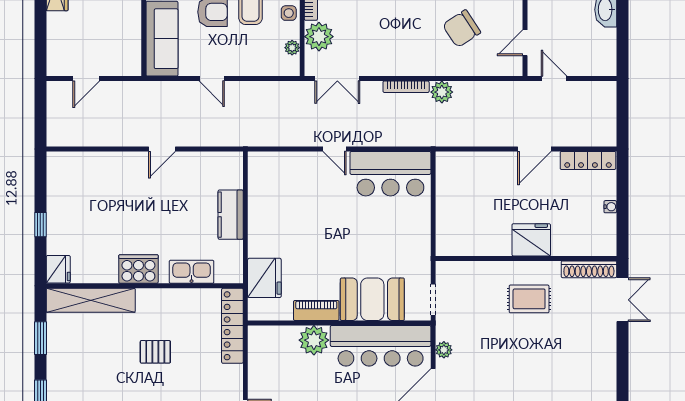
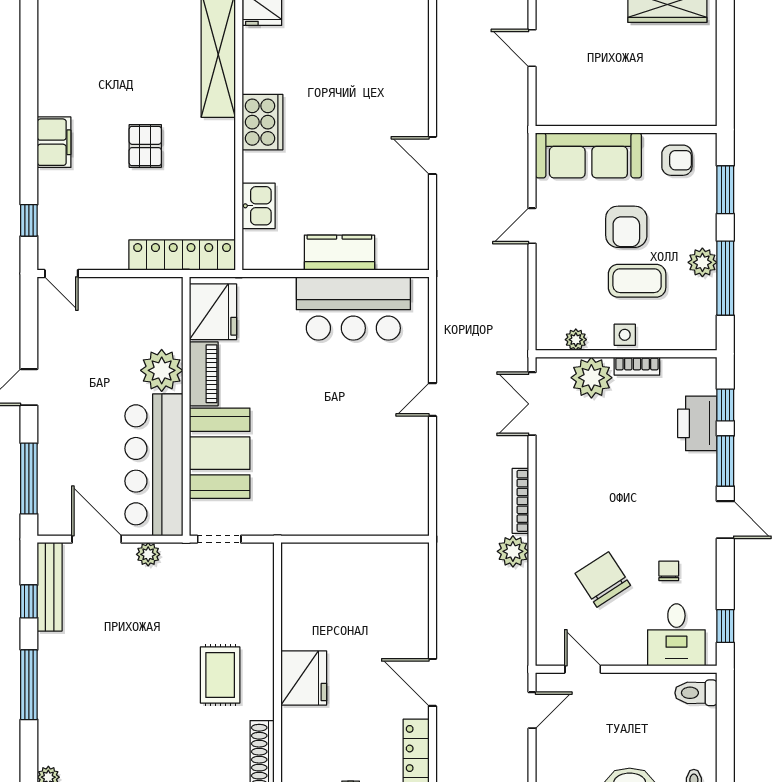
bar counter: (390, 174) -> (353, 308), moved, turned -90
kitchen sink: (192, 272) -> (259, 206), width x0.73
fridge: (264, 278) -> (213, 312), moved, turned -90

